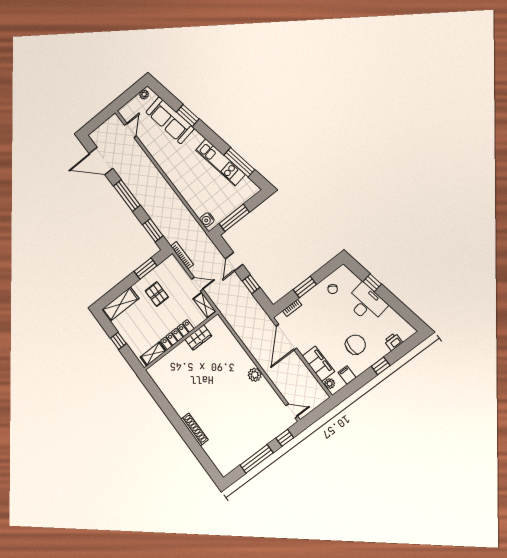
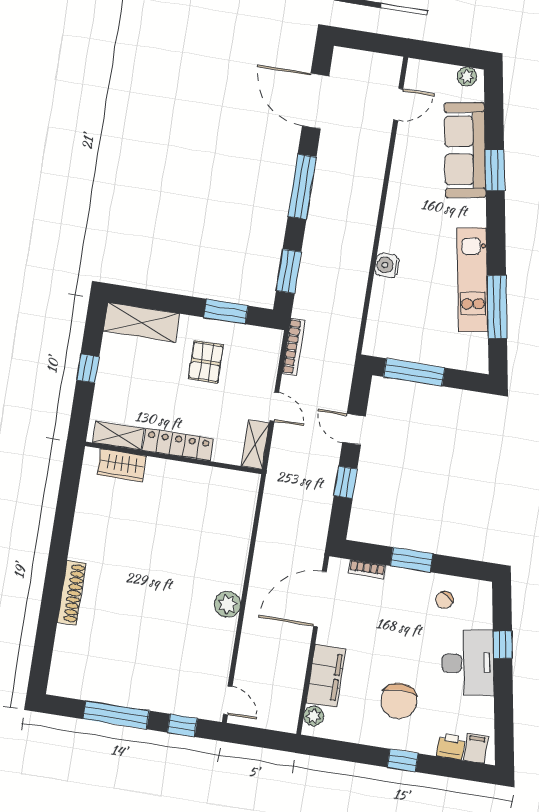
water cooler: (207, 220) -> (387, 265), moved
door: (234, 262) -> (354, 429), hinge flipped
wardrobe: (198, 338) -> (122, 465), moved
chair: (355, 345) -> (399, 701), turned 90
filing cabinet: (347, 375) -> (476, 748), moved

